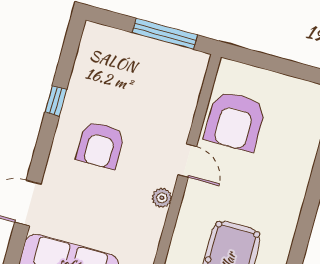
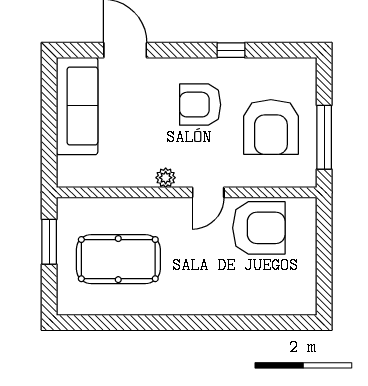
armchair: (141, 83) -> (271, 127), added
armchair: (235, 121) -> (259, 228), turned 180

